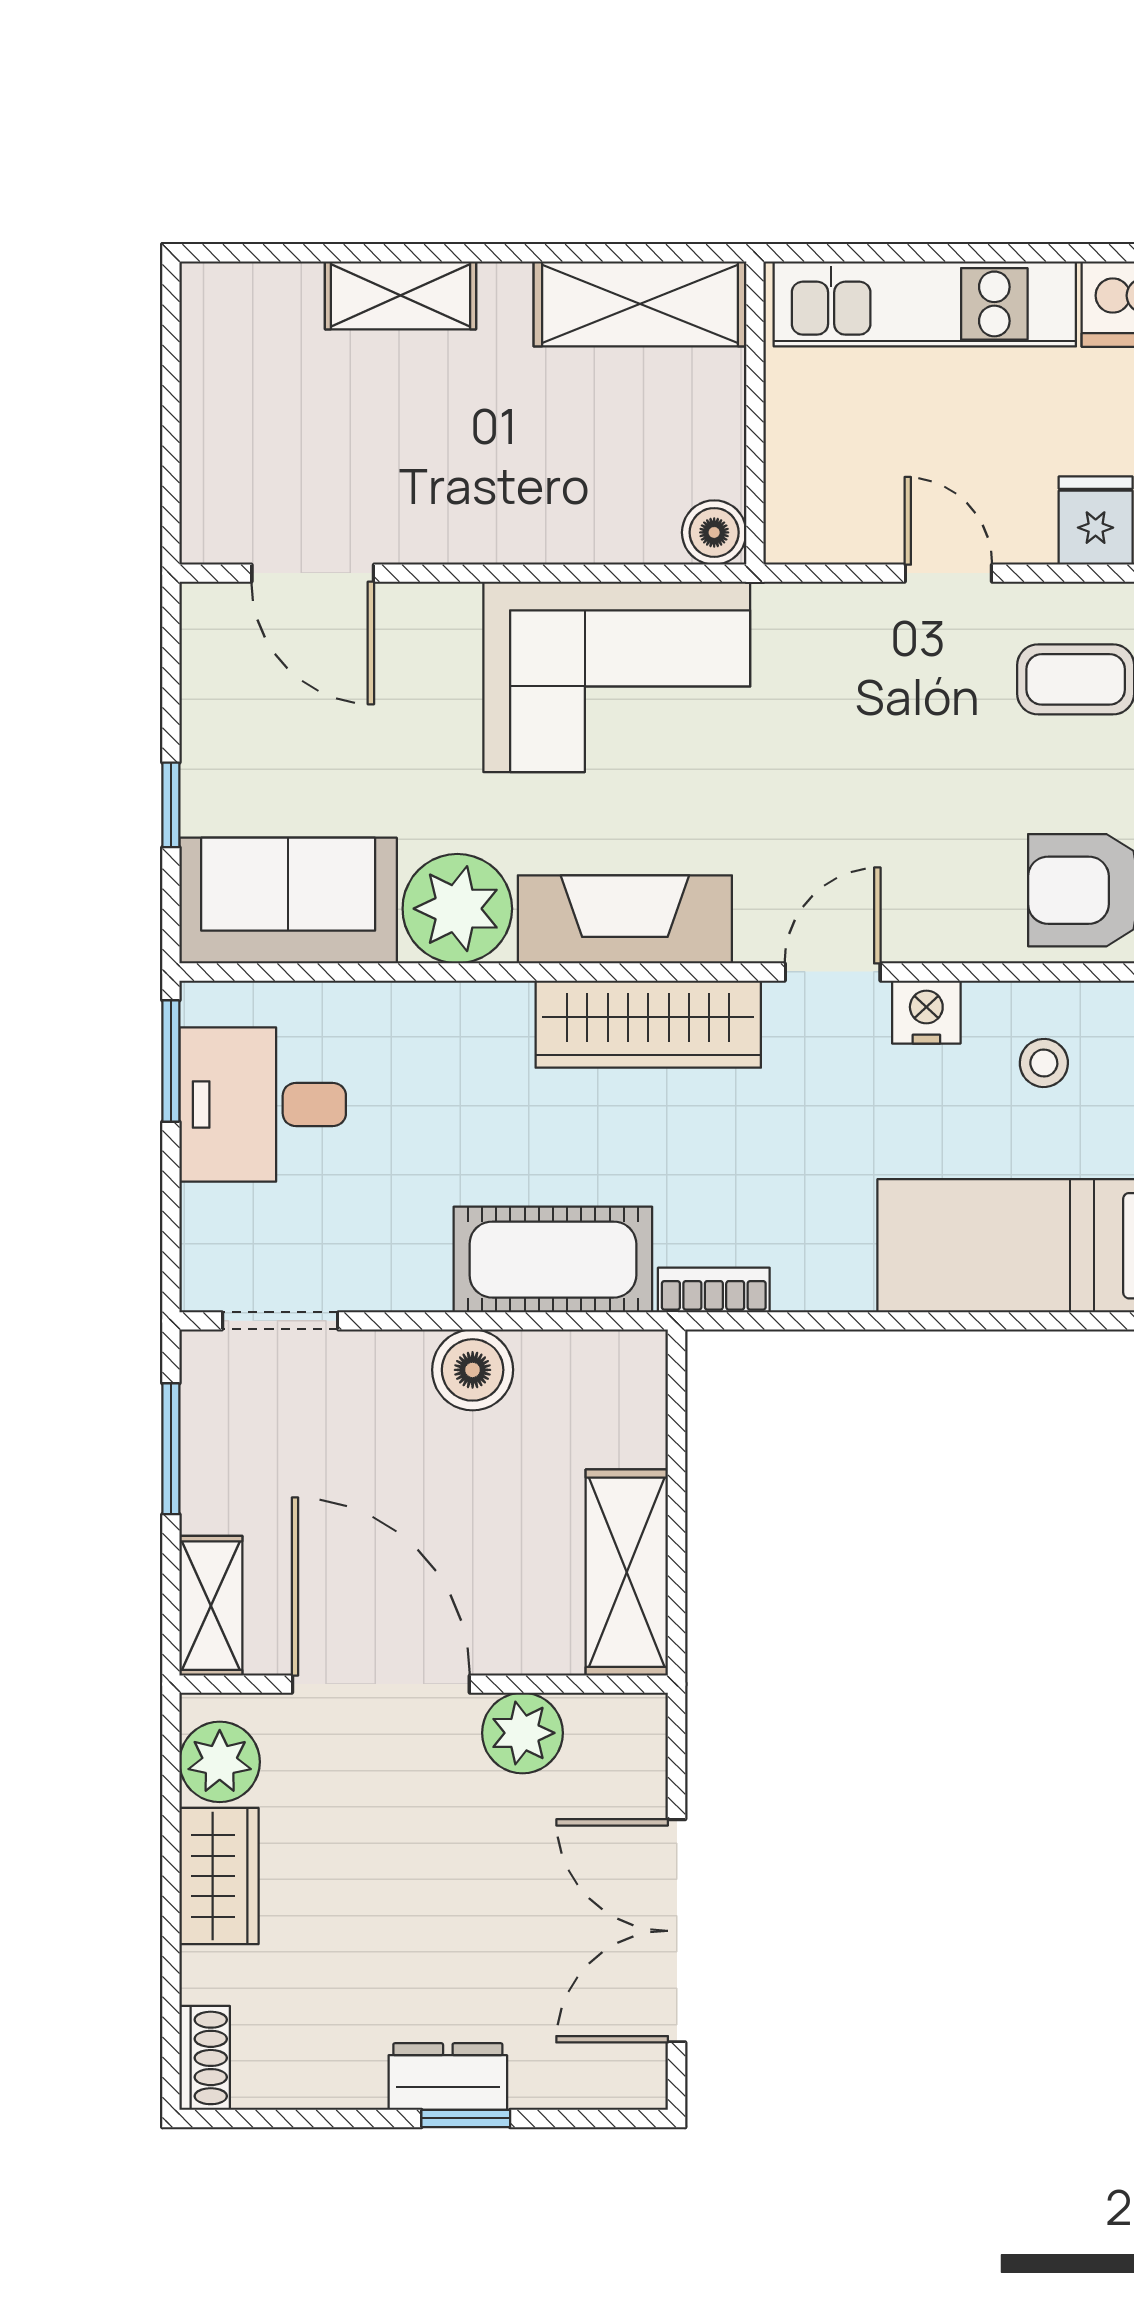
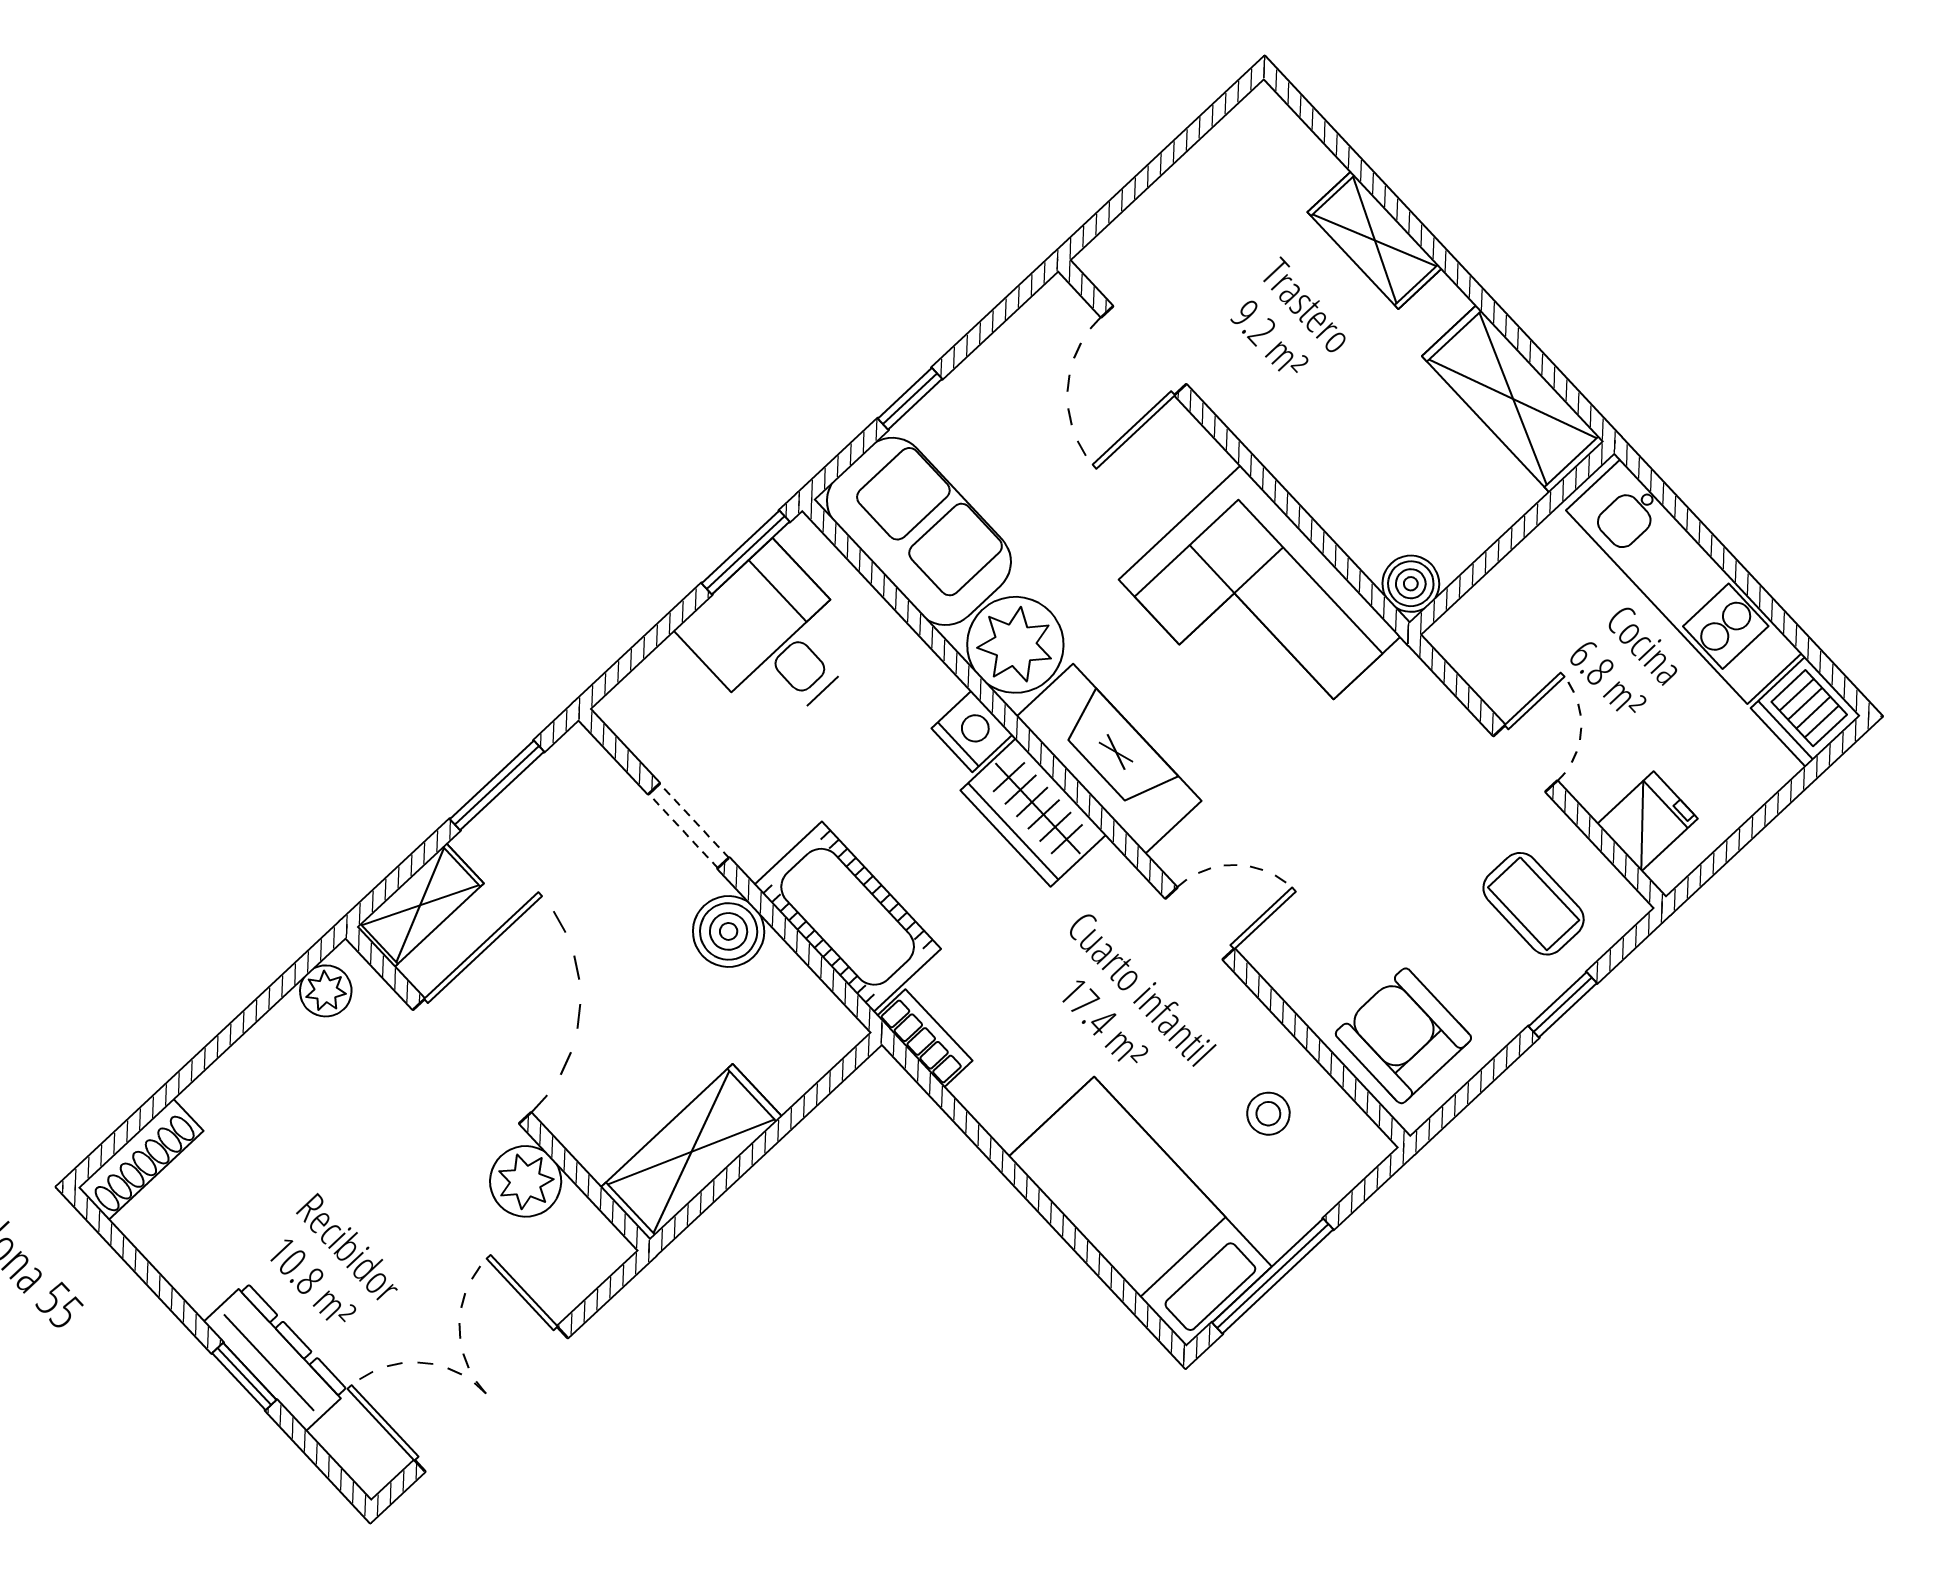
nightstand: (926, 1012) -> (972, 731), moved
wardrobe: (648, 1024) -> (1033, 813), width x0.67
doorway: (280, 1321) -> (689, 826), moved
plant: (220, 1762) -> (326, 991), width x0.73, depth x0.73
wardrobe: (219, 1876) -> (252, 1073), removed
shoe rack: (205, 2058) -> (141, 1159), width x1.43
dresser: (448, 2077) -> (276, 1356), width x1.44

